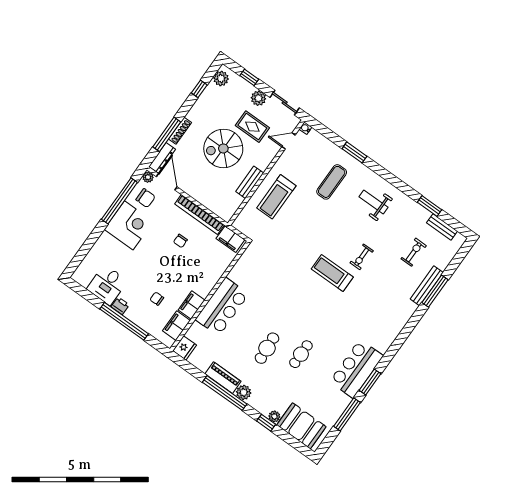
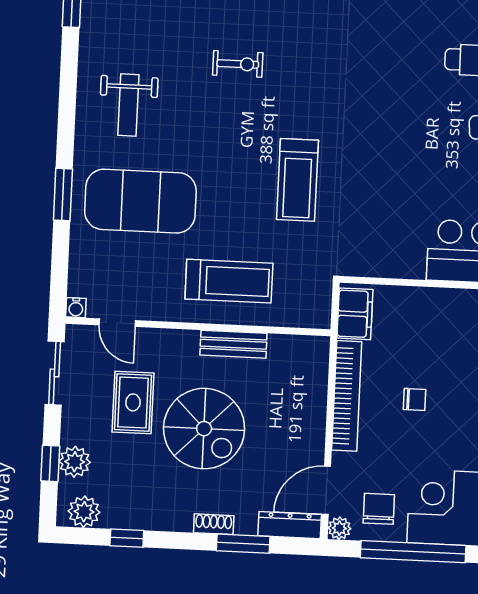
plant: (258, 98) -> (75, 462), moved
shoe rack: (180, 131) -> (214, 524), width x0.70
window: (167, 134) -> (243, 544), width x0.69
exercise mat: (332, 182) -> (140, 201), width x2.00, depth x1.45
treadmill: (332, 273) -> (298, 180), moved

